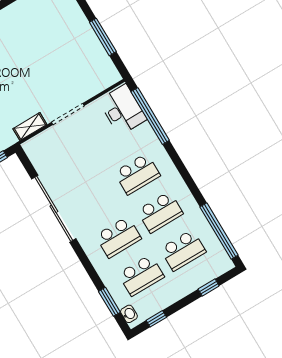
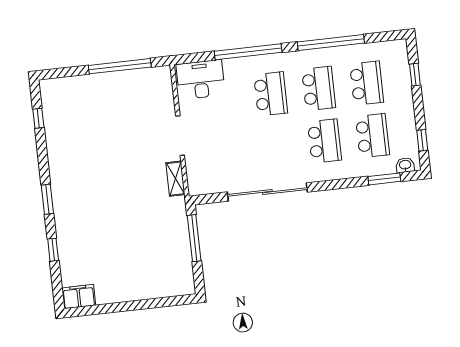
window: (103, 37) -> (120, 66), width x1.46
window: (150, 116) -> (248, 52), moved
window: (219, 231) -> (331, 43), moved

